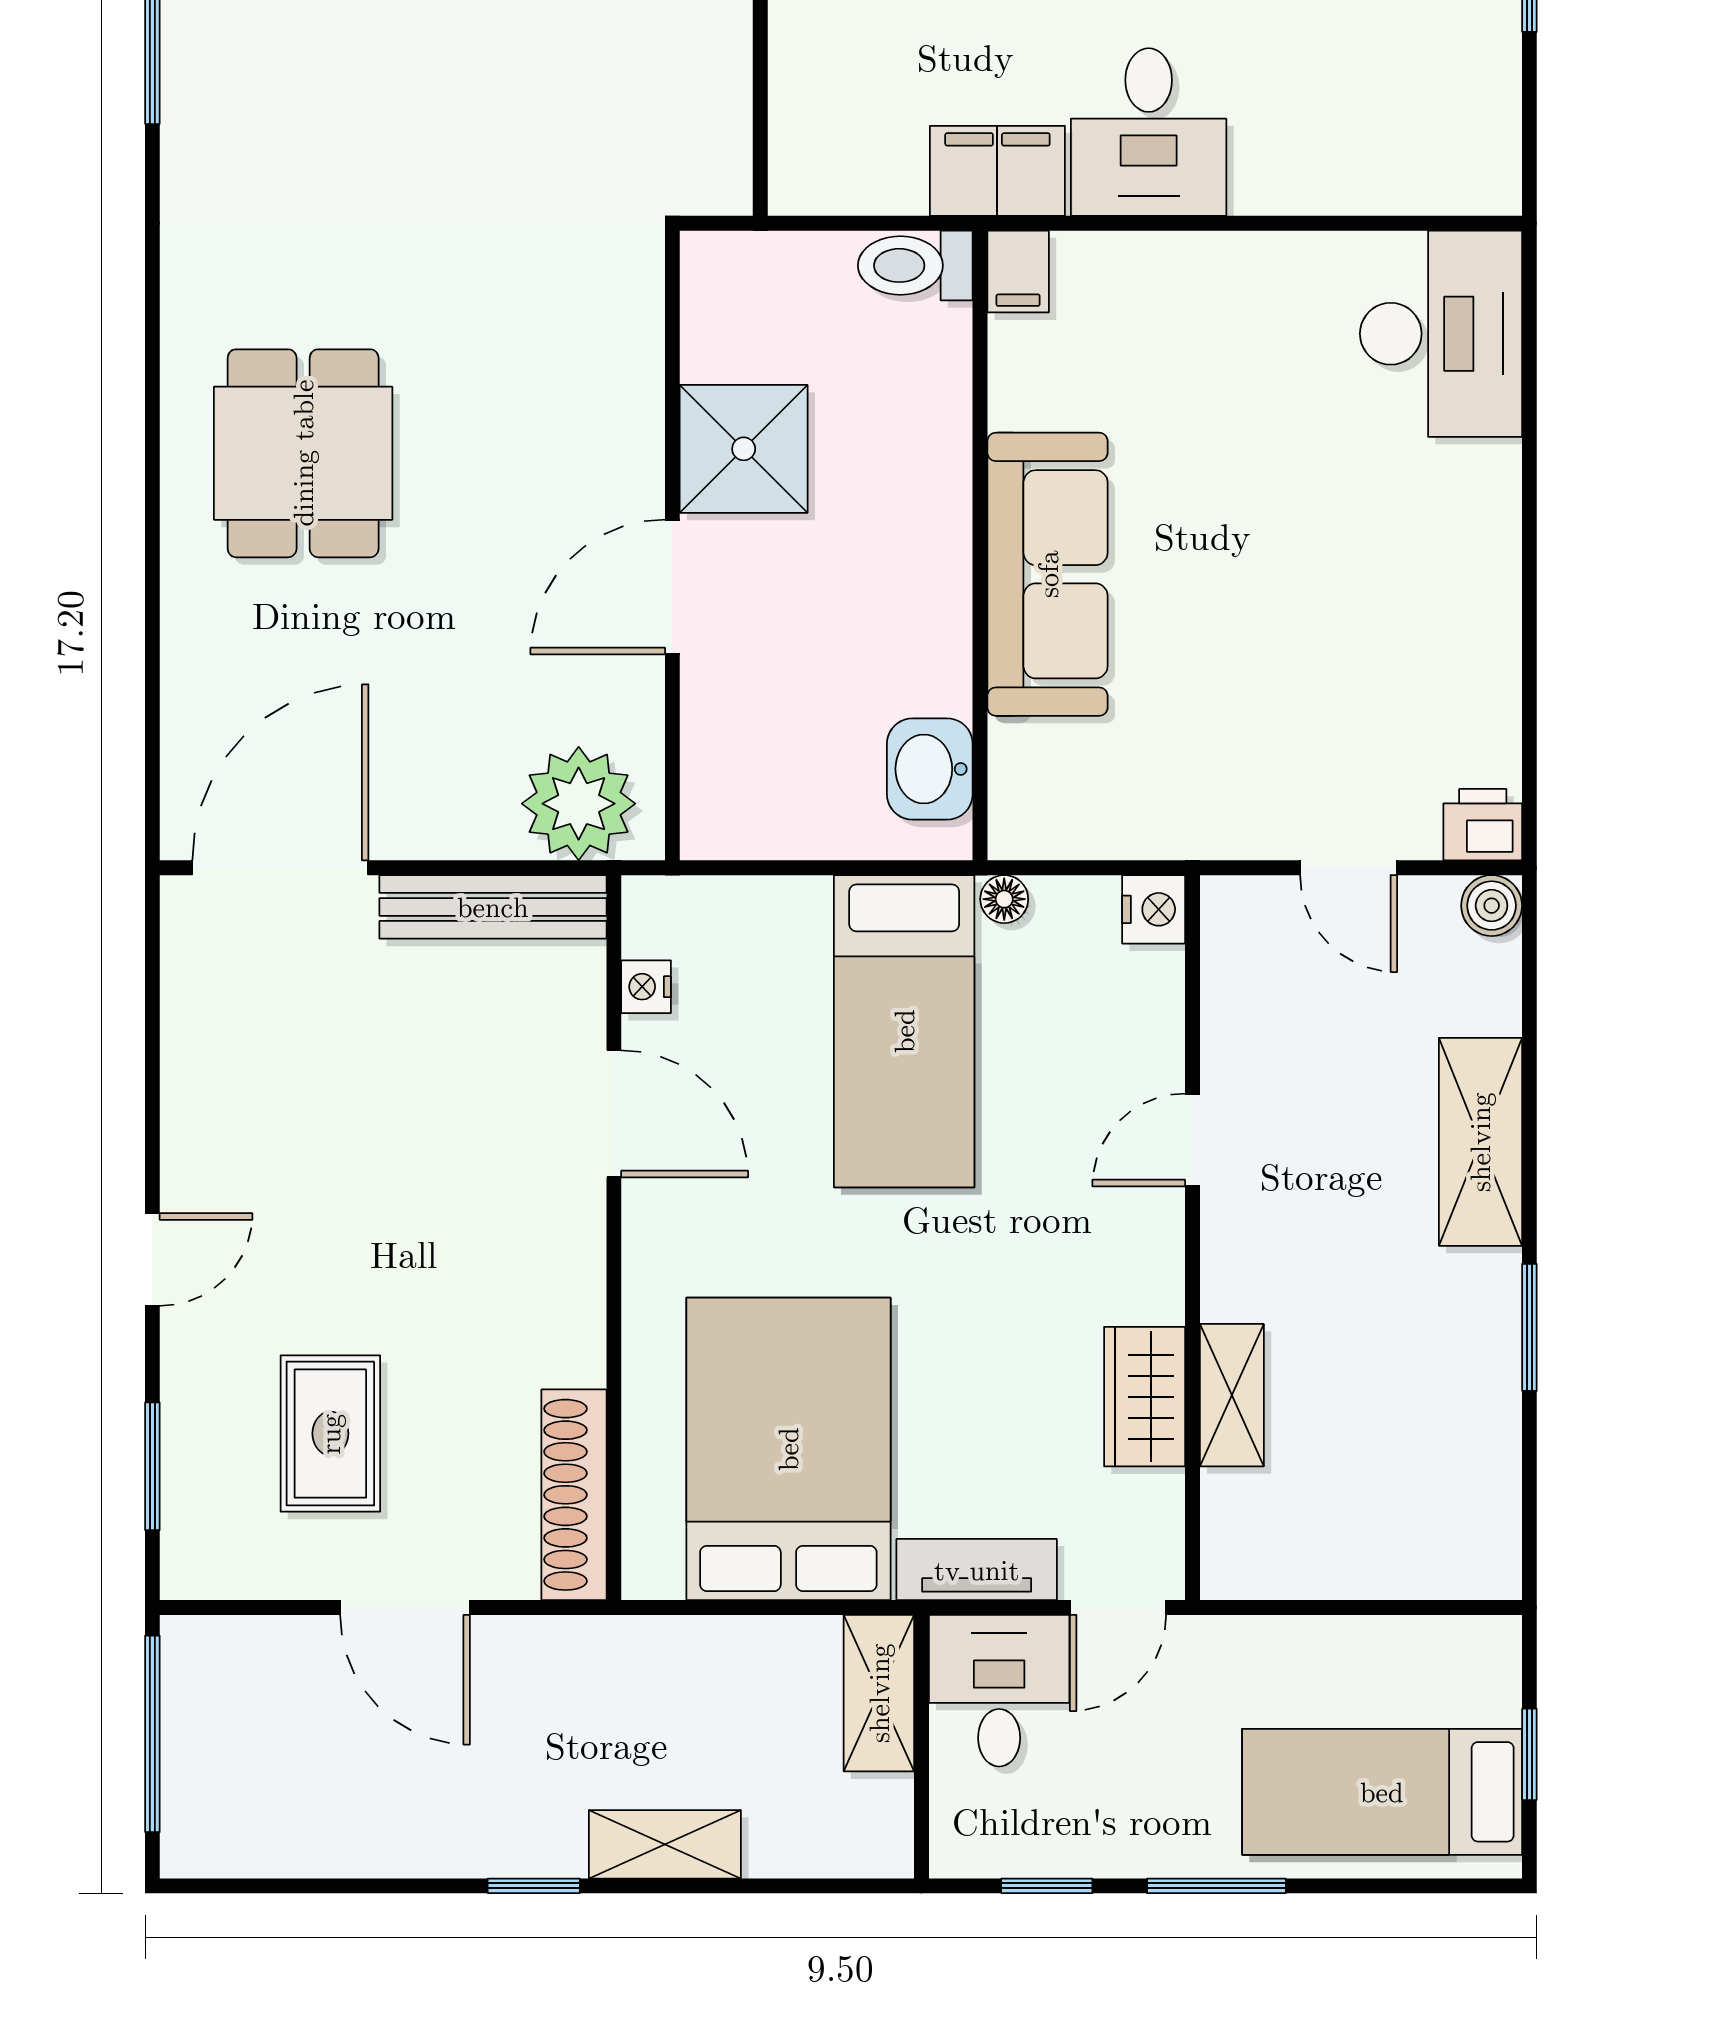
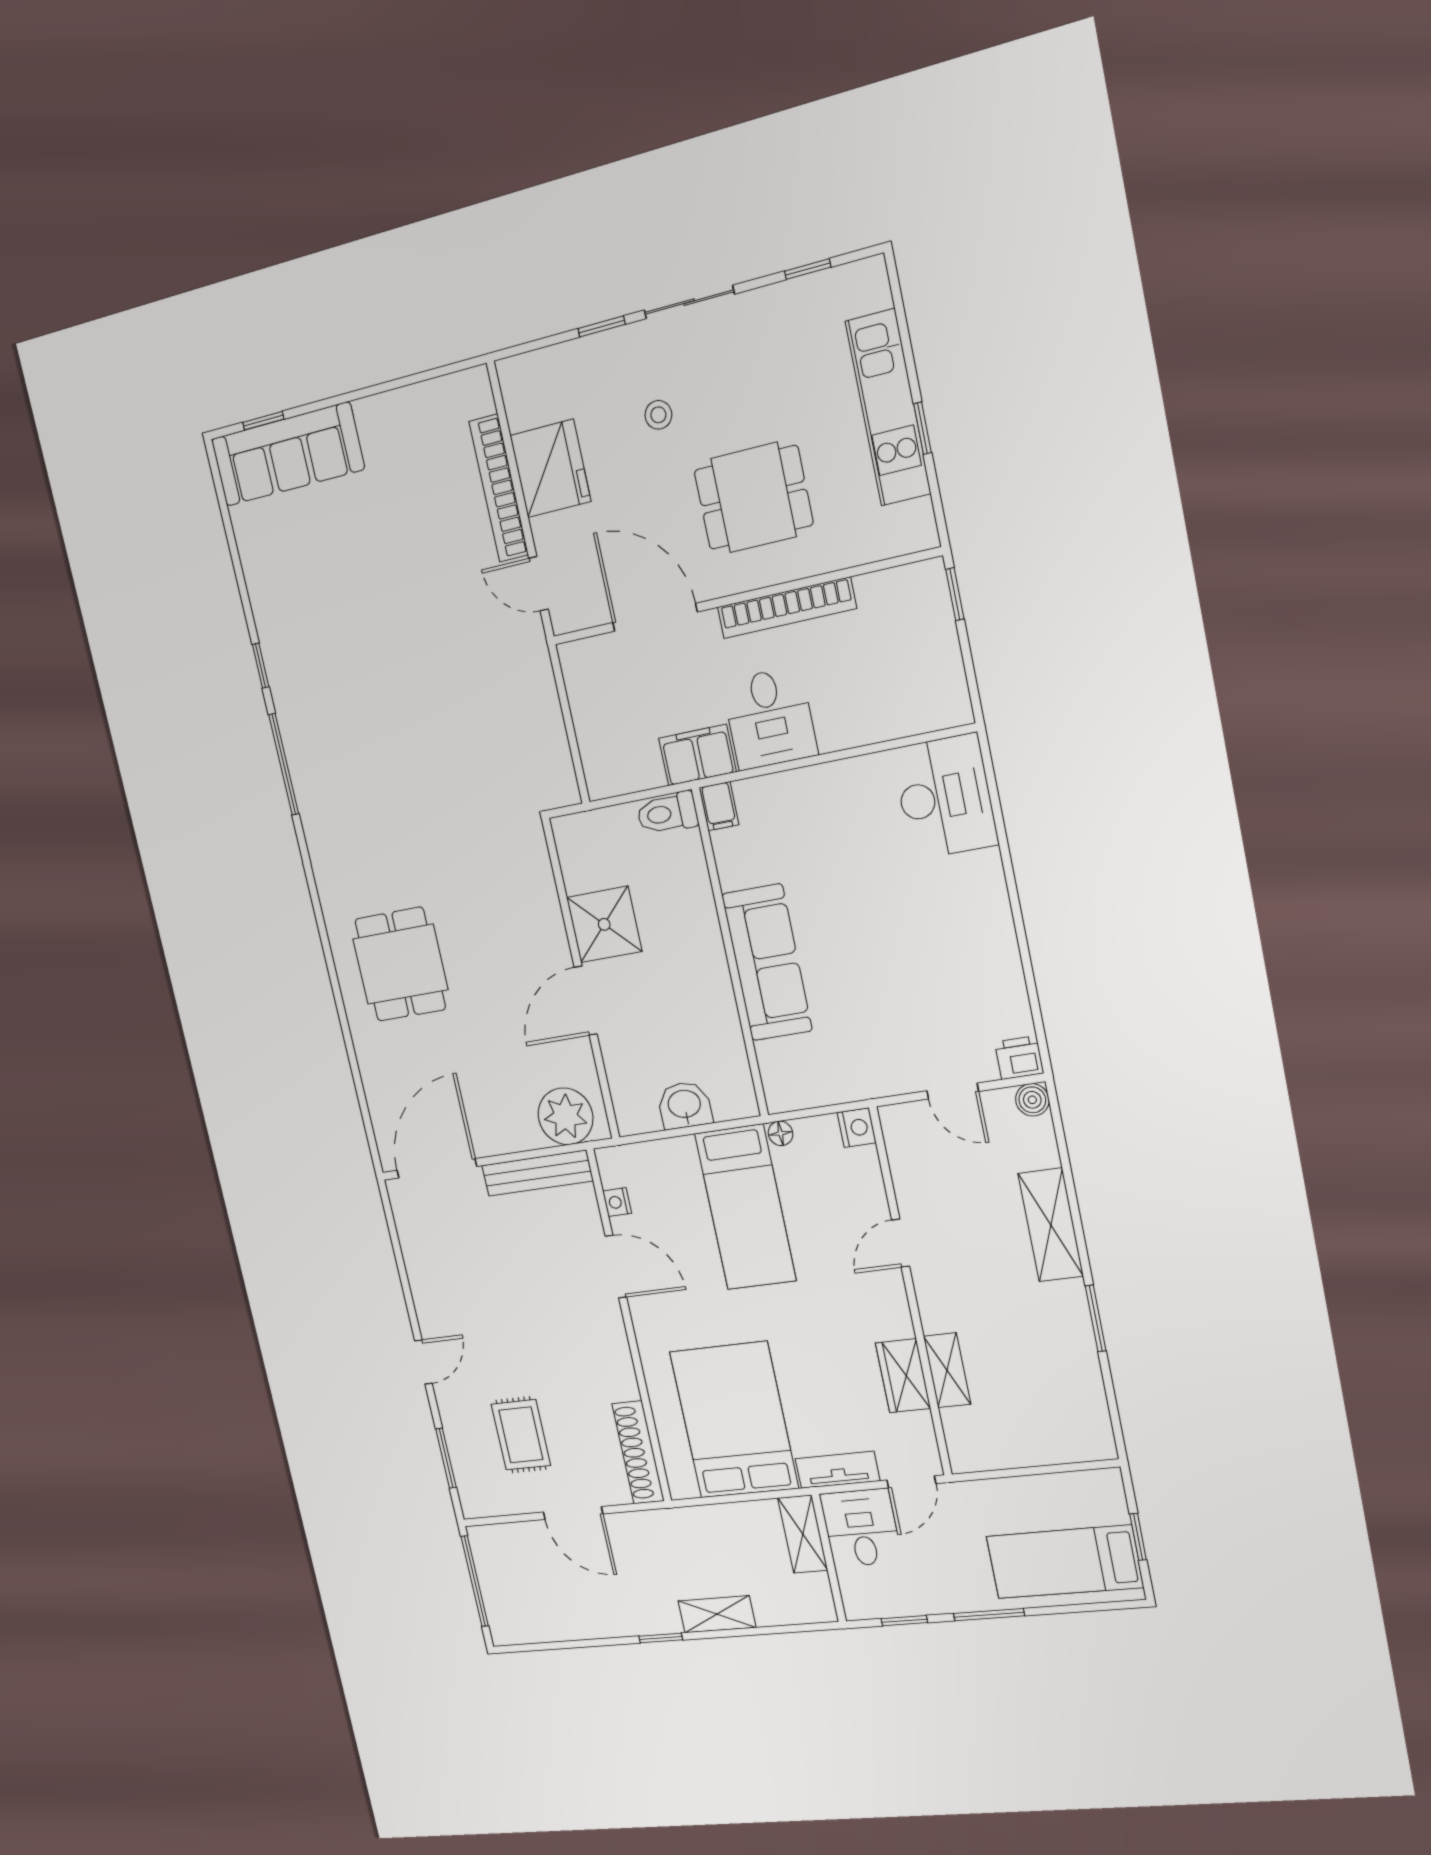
washbasin: (930, 769) -> (685, 1105), moved, turned 90

